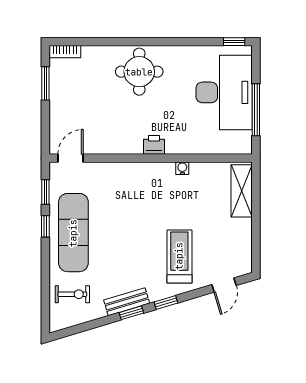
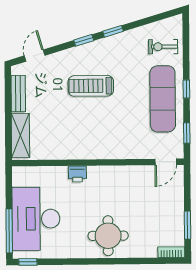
window: (256, 110) -> (9, 231), moved
printer: (154, 145) -> (77, 174), moved
water cooler: (182, 168) -> (71, 154), removed
window: (45, 226) -> (186, 89), moved
treadmill: (179, 256) -> (91, 86), moved, turned 90
bench: (127, 302) -> (18, 94), moved, turned -73

